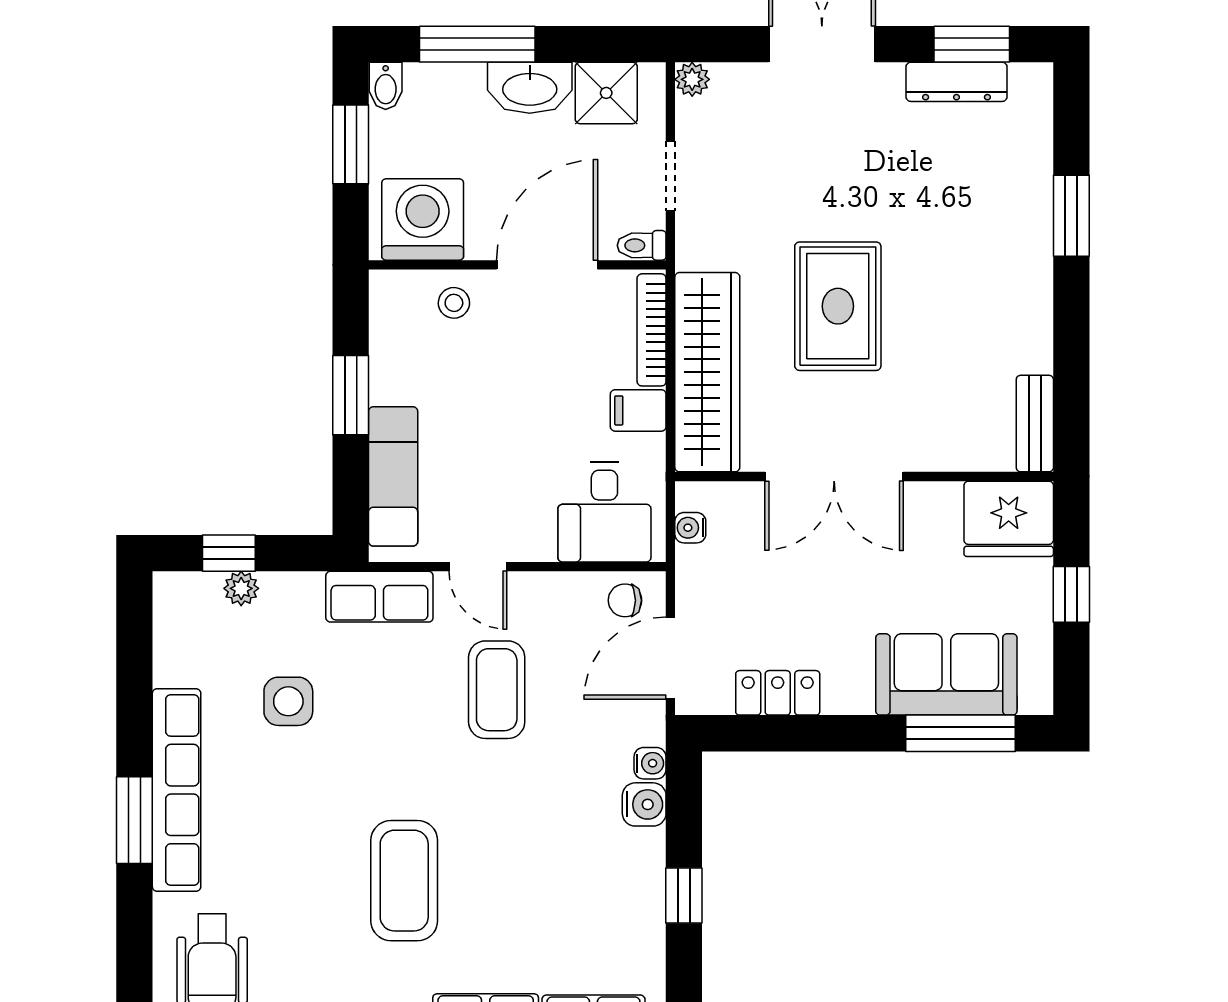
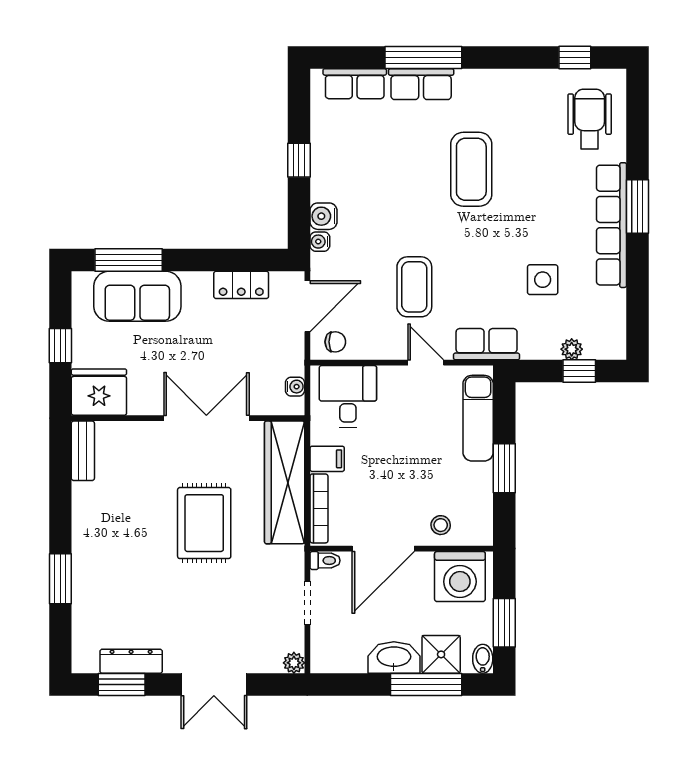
shower: (606, 93) -> (441, 654), moved

